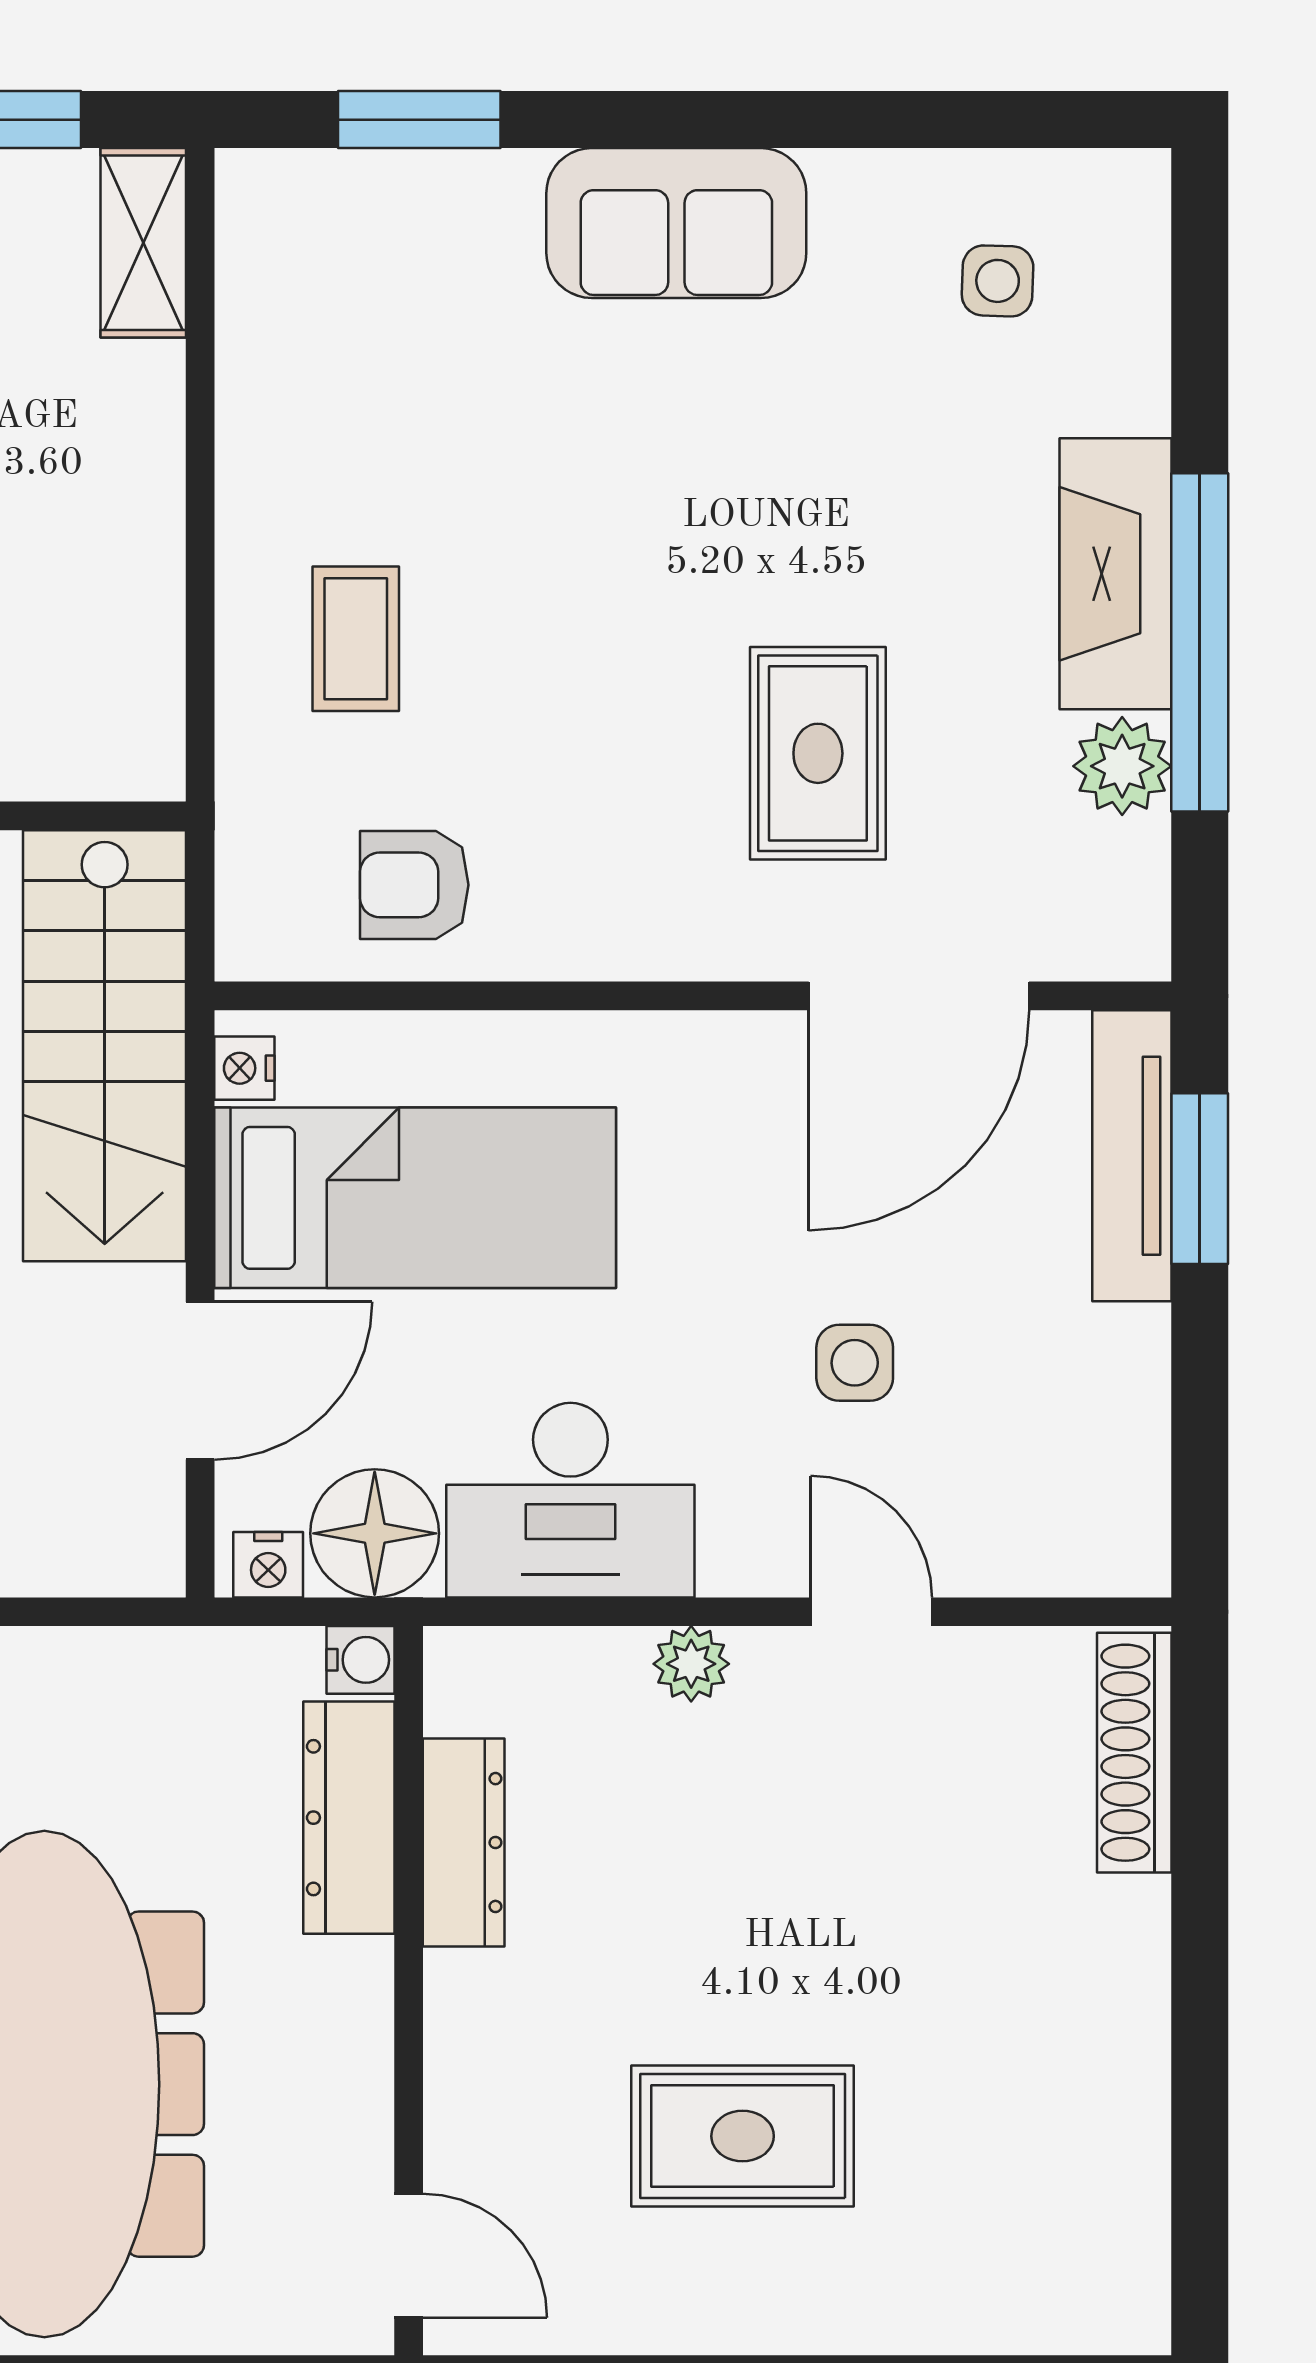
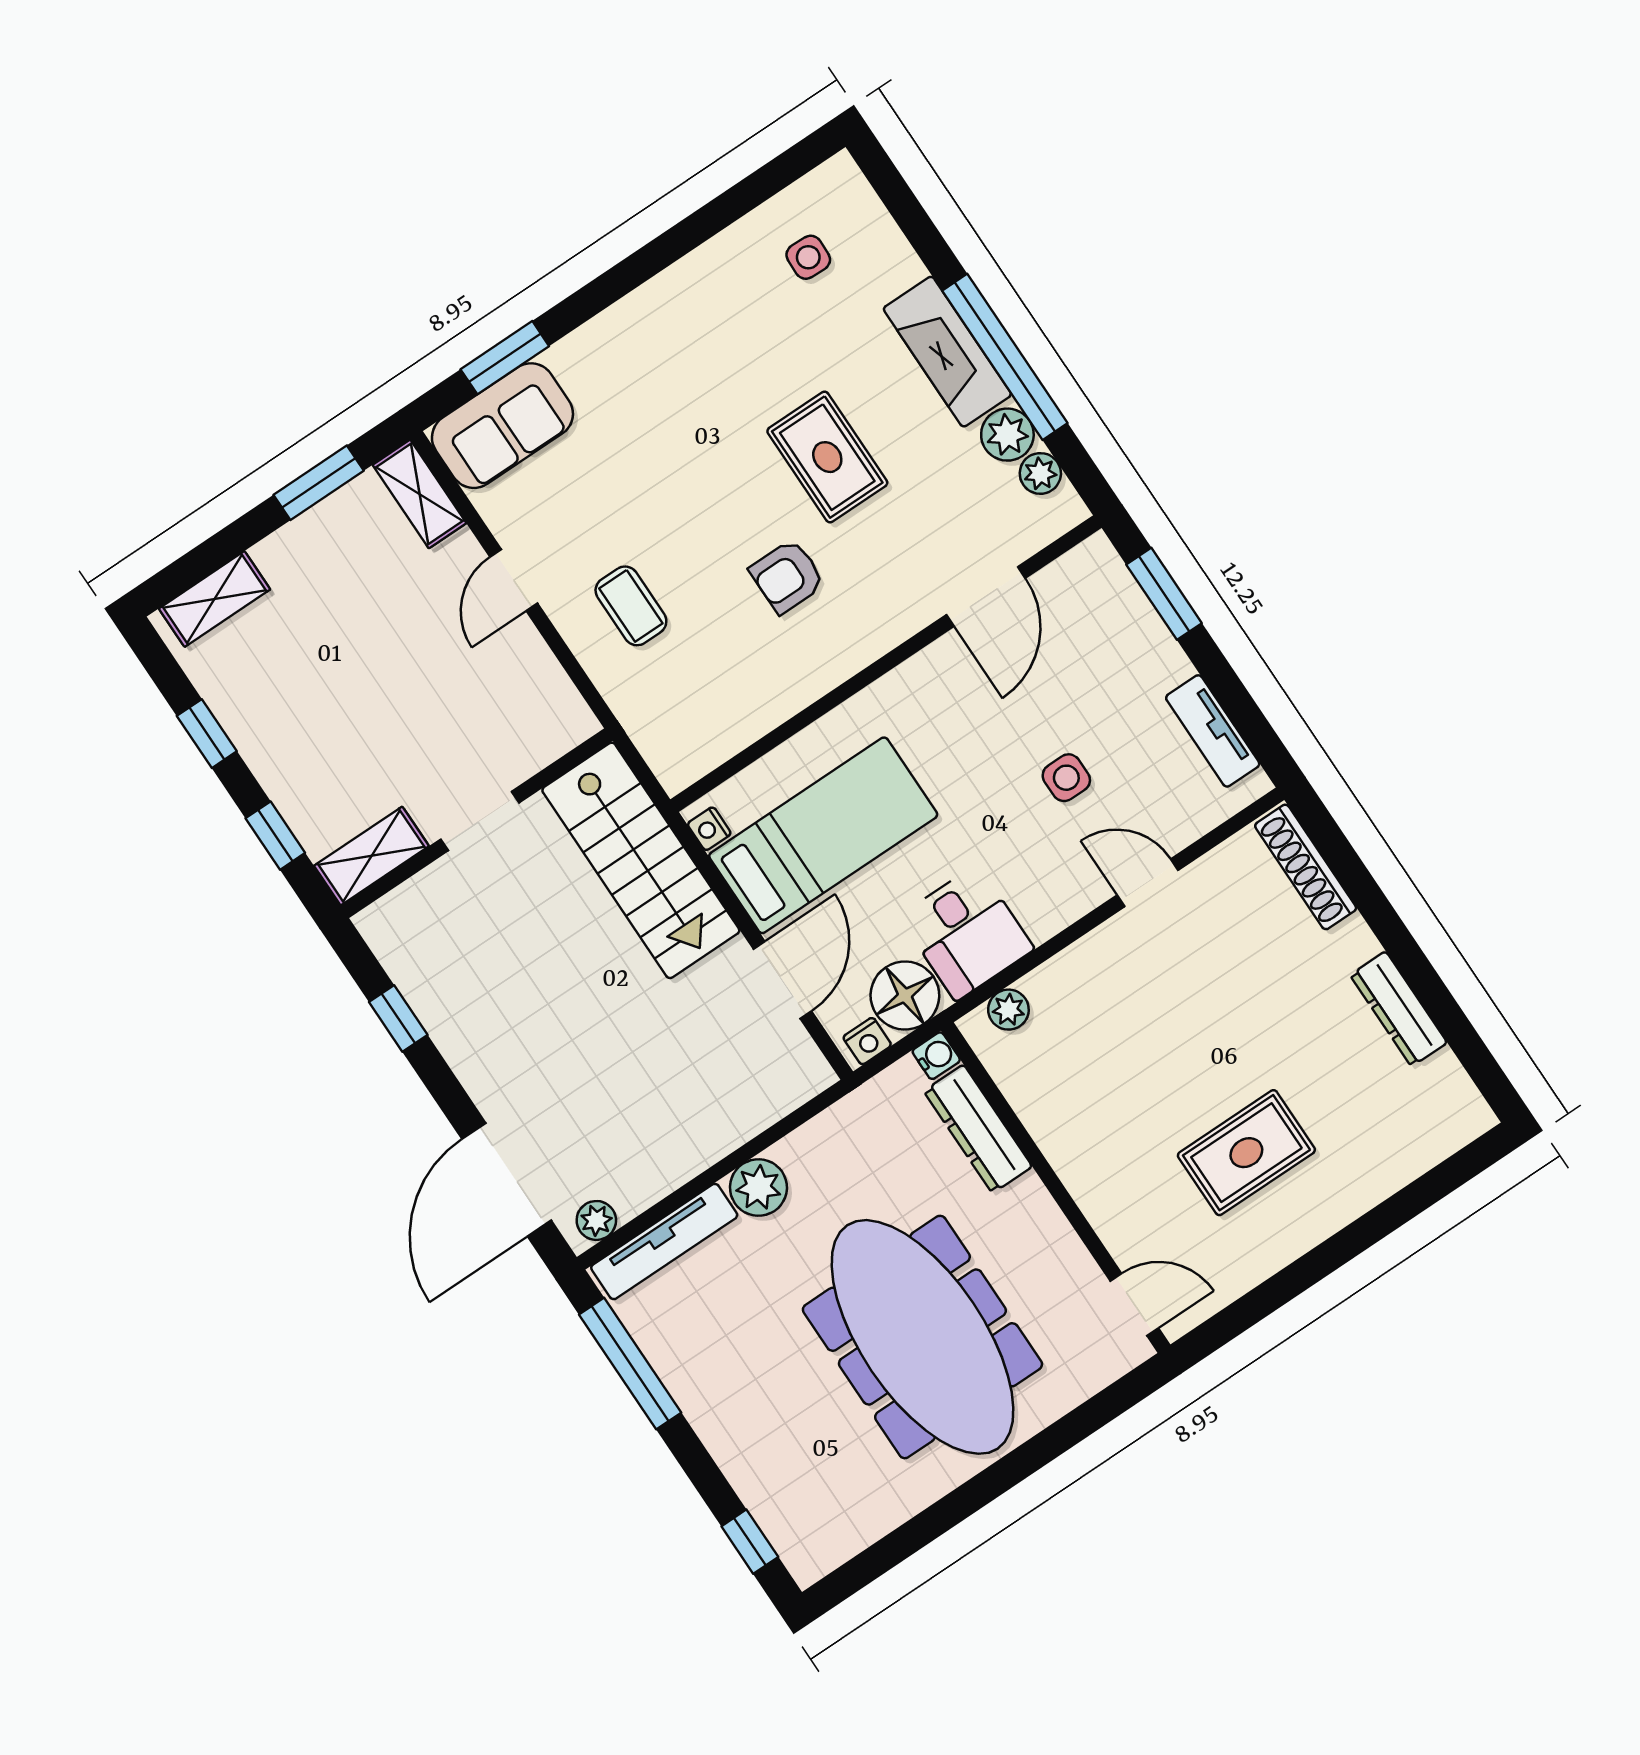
sofa: (676, 223) -> (502, 426), moved
door: (200, 476) -> (514, 580), added
rug: (818, 753) -> (827, 457), moved
plant: (1133, 861) -> (1040, 473), added
armchair: (414, 885) -> (787, 576), moved
door: (919, 996) -> (986, 597), width x0.73
tv unit: (1132, 1156) -> (1213, 731), moved, width x0.71
desk: (570, 1500) -> (967, 933), width x0.73
plant: (691, 1664) -> (1008, 1010), moved
dresser: (464, 1843) -> (1399, 1009), moved, turned 180

